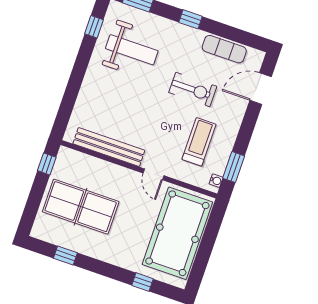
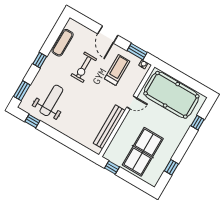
exercise bike: (193, 89) -> (84, 67), turned 180
door: (261, 89) -> (108, 34), moved
treadmill: (199, 142) -> (117, 70), turned 90

